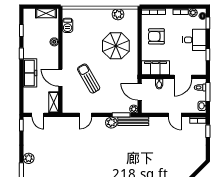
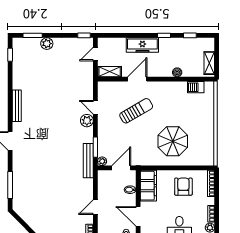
plant: (118, 14) -> (208, 144), removed
plant: (111, 123) -> (87, 121), moved

